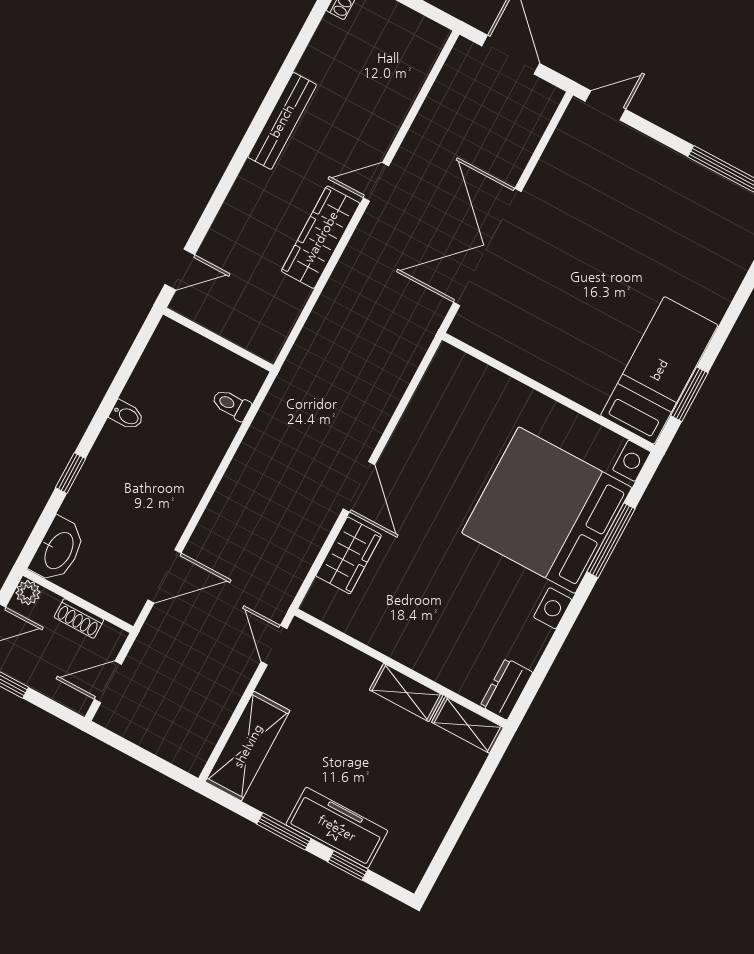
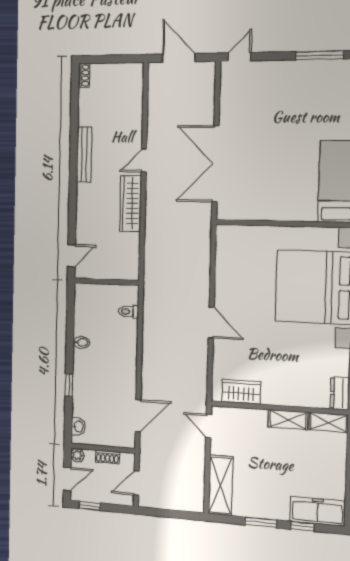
washbasin: (58, 550) -> (78, 427), width x0.52, depth x0.69
wardrobe: (349, 555) -> (241, 392), moved, turned -90
freezer: (337, 828) -> (318, 511), moved

